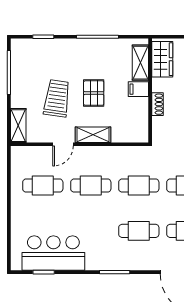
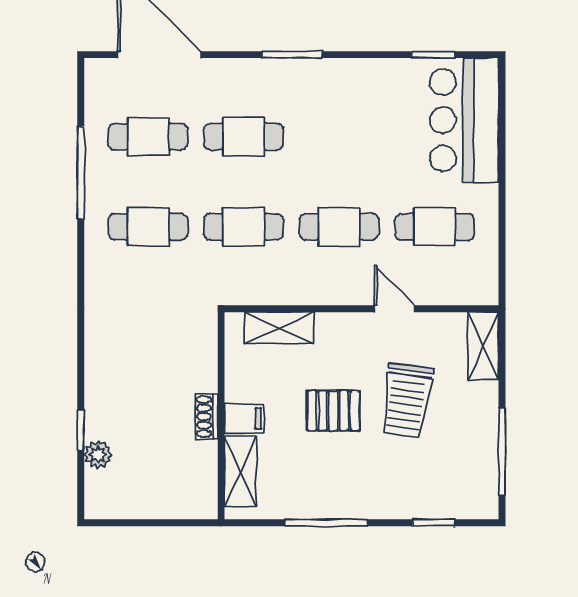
wardrobe: (162, 59) -> (197, 478), removed
pallet: (94, 93) -> (333, 411), turned 90
shoe rack: (157, 104) -> (207, 417), moved
shelving: (93, 135) -> (279, 328), moved
door: (63, 144) -> (394, 309), hinge flipped
bar counter: (53, 253) -> (464, 120), moved, turned 90

